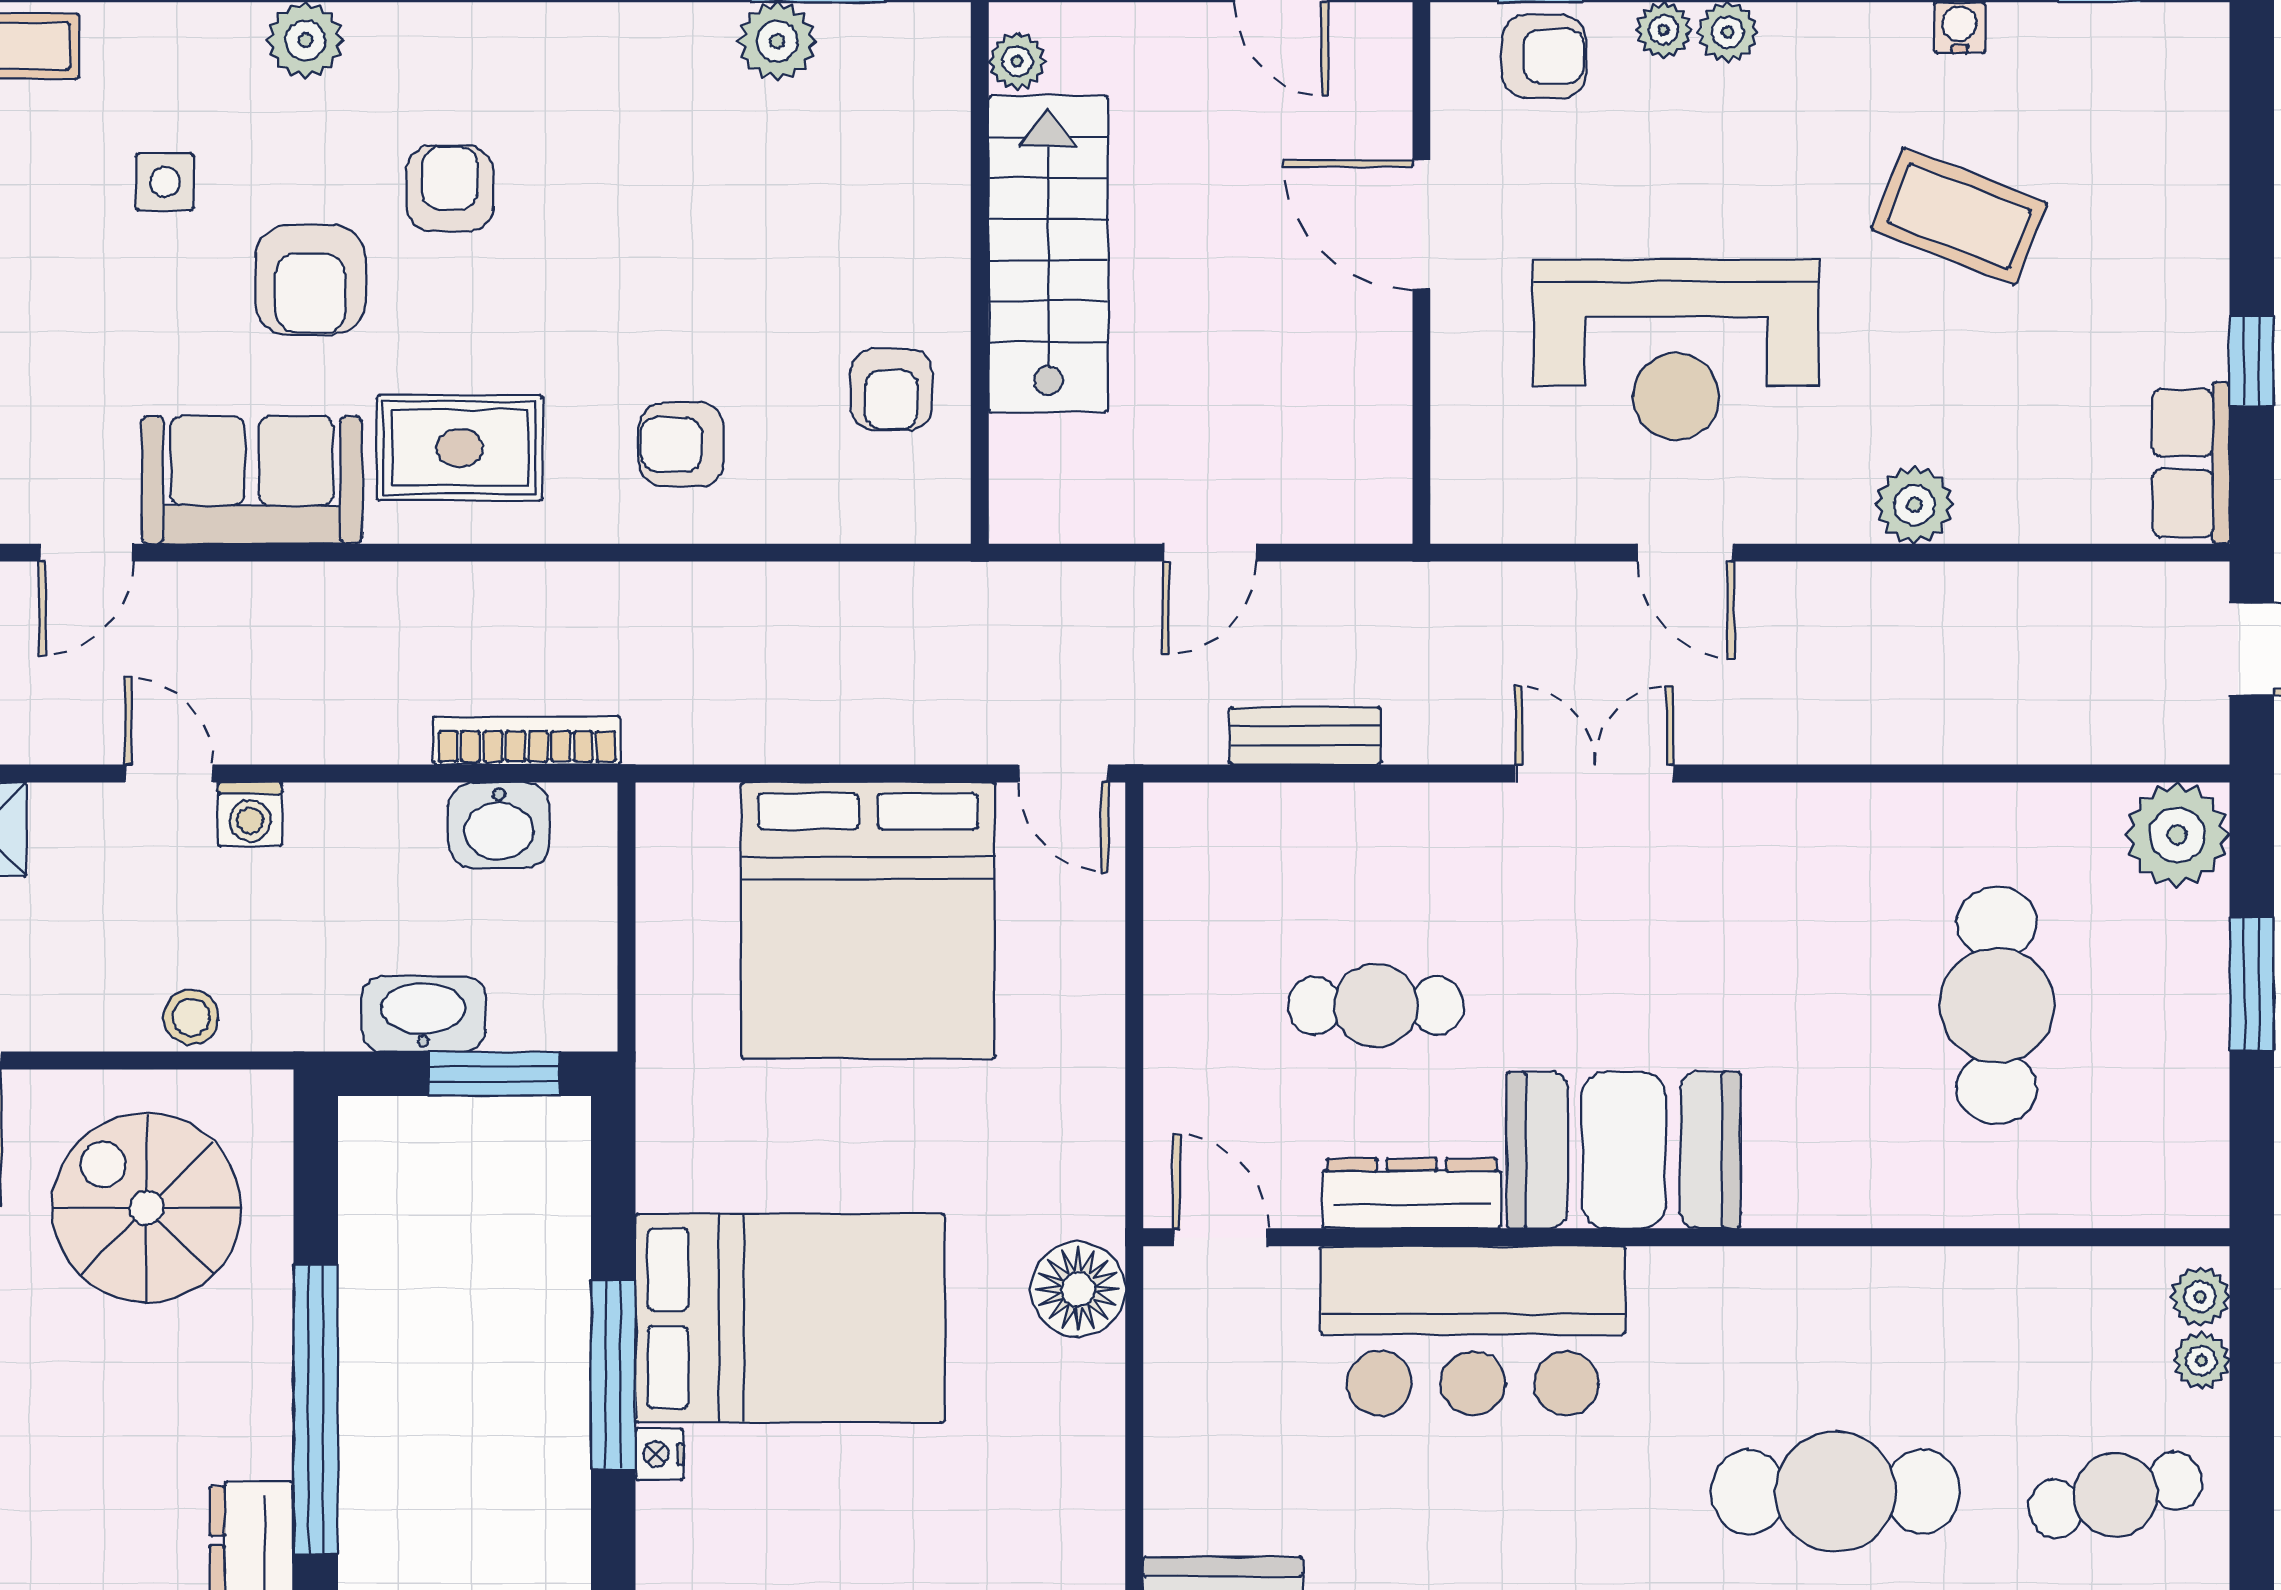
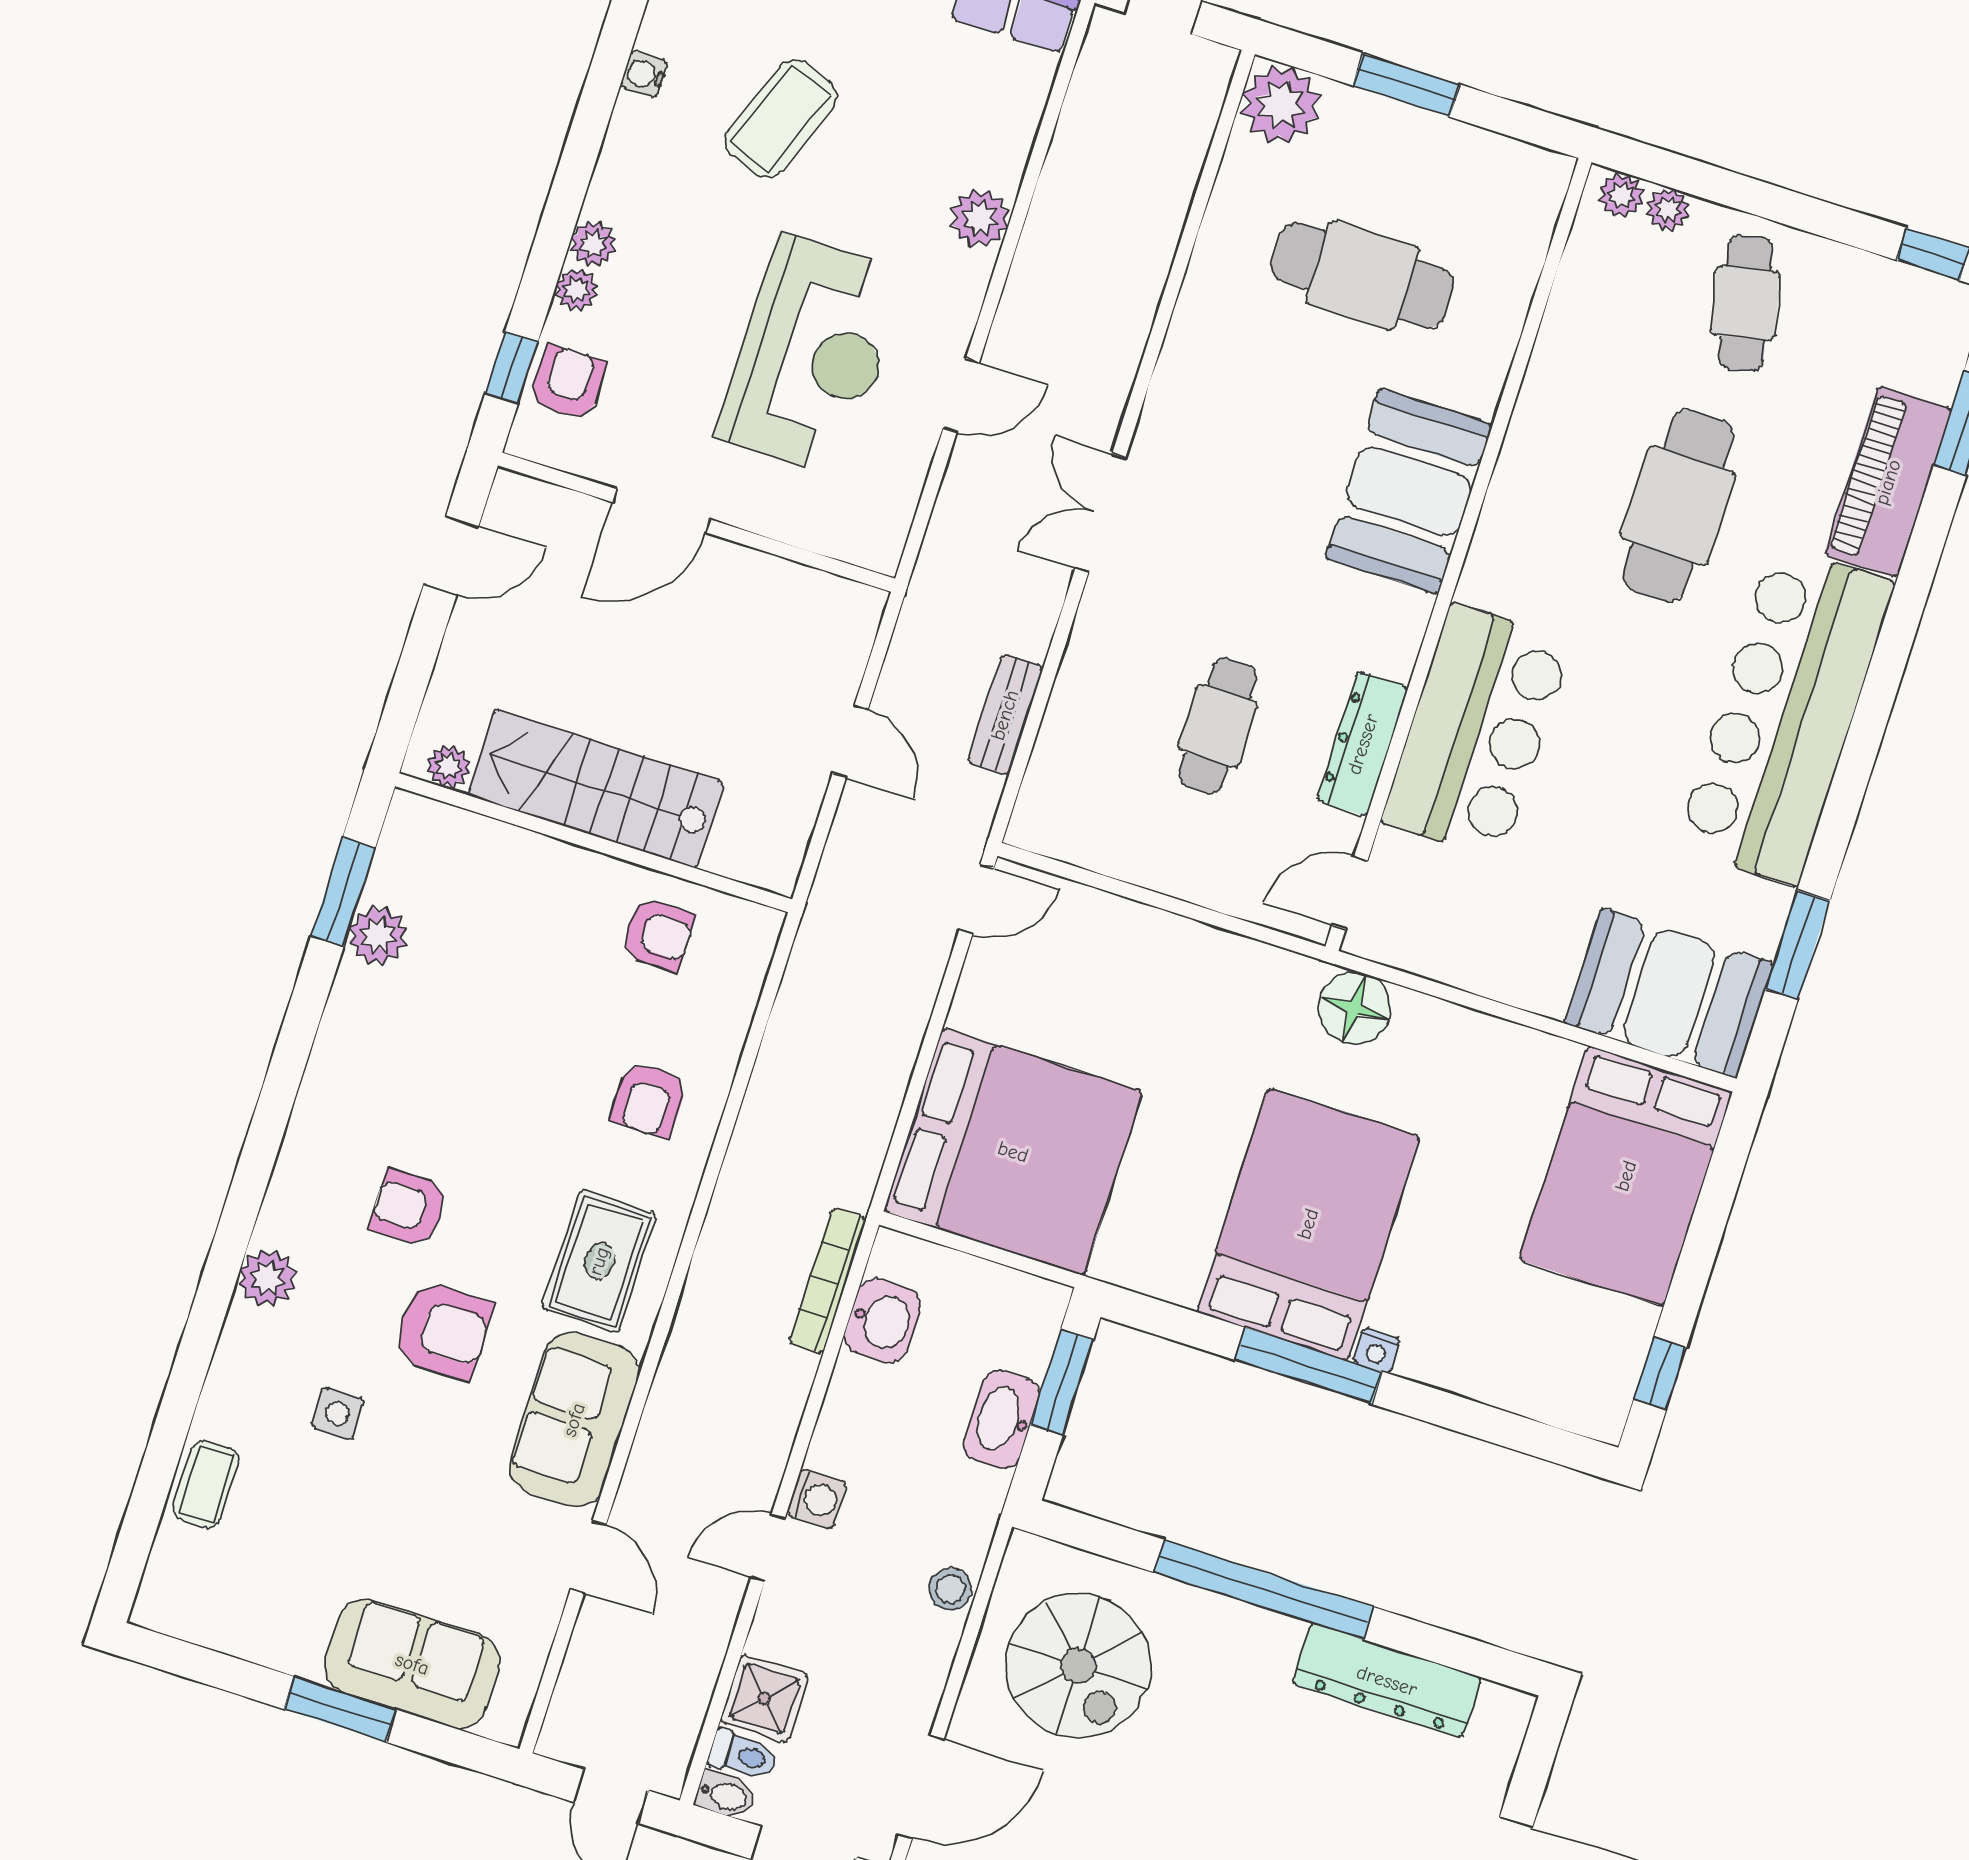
bed: (868, 920) -> (1013, 1152), moved
booth: (1624, 1150) -> (1409, 491), moved
spiral stairs: (146, 1208) -> (1078, 1666), turned -90

